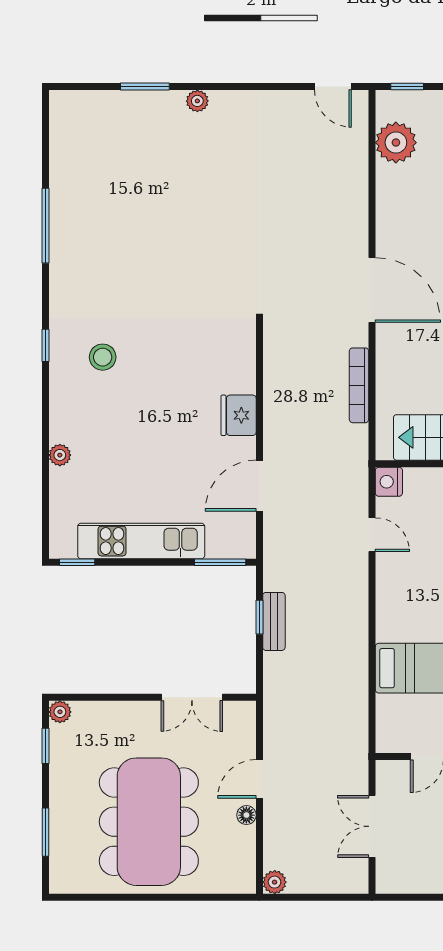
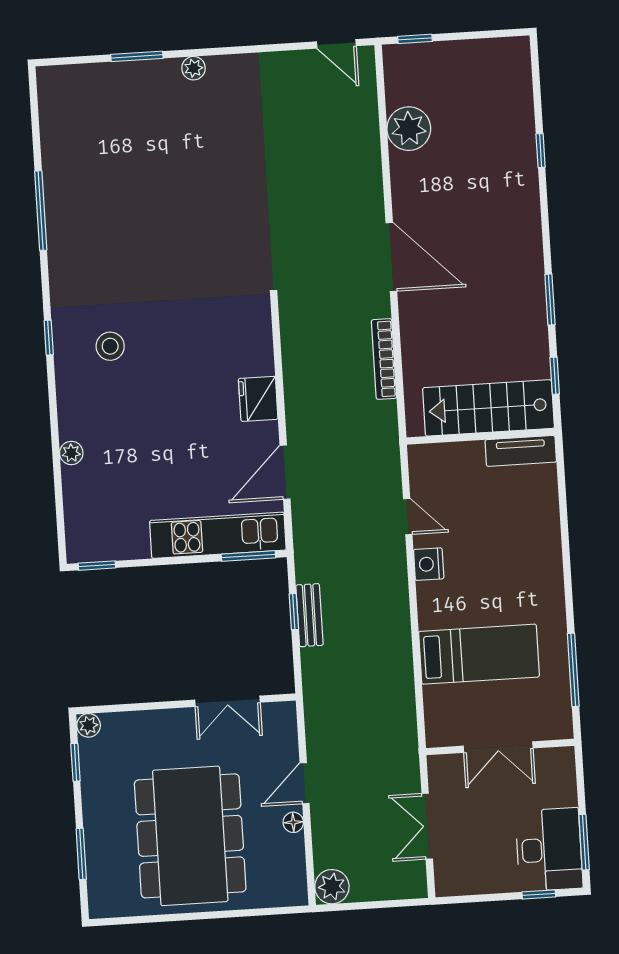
plant: (396, 143) -> (409, 129), moved
nightstand: (389, 482) -> (429, 564), moved
kitchen unit: (141, 541) -> (218, 535), moved
plant: (275, 882) -> (332, 887), width x1.38, depth x1.38

